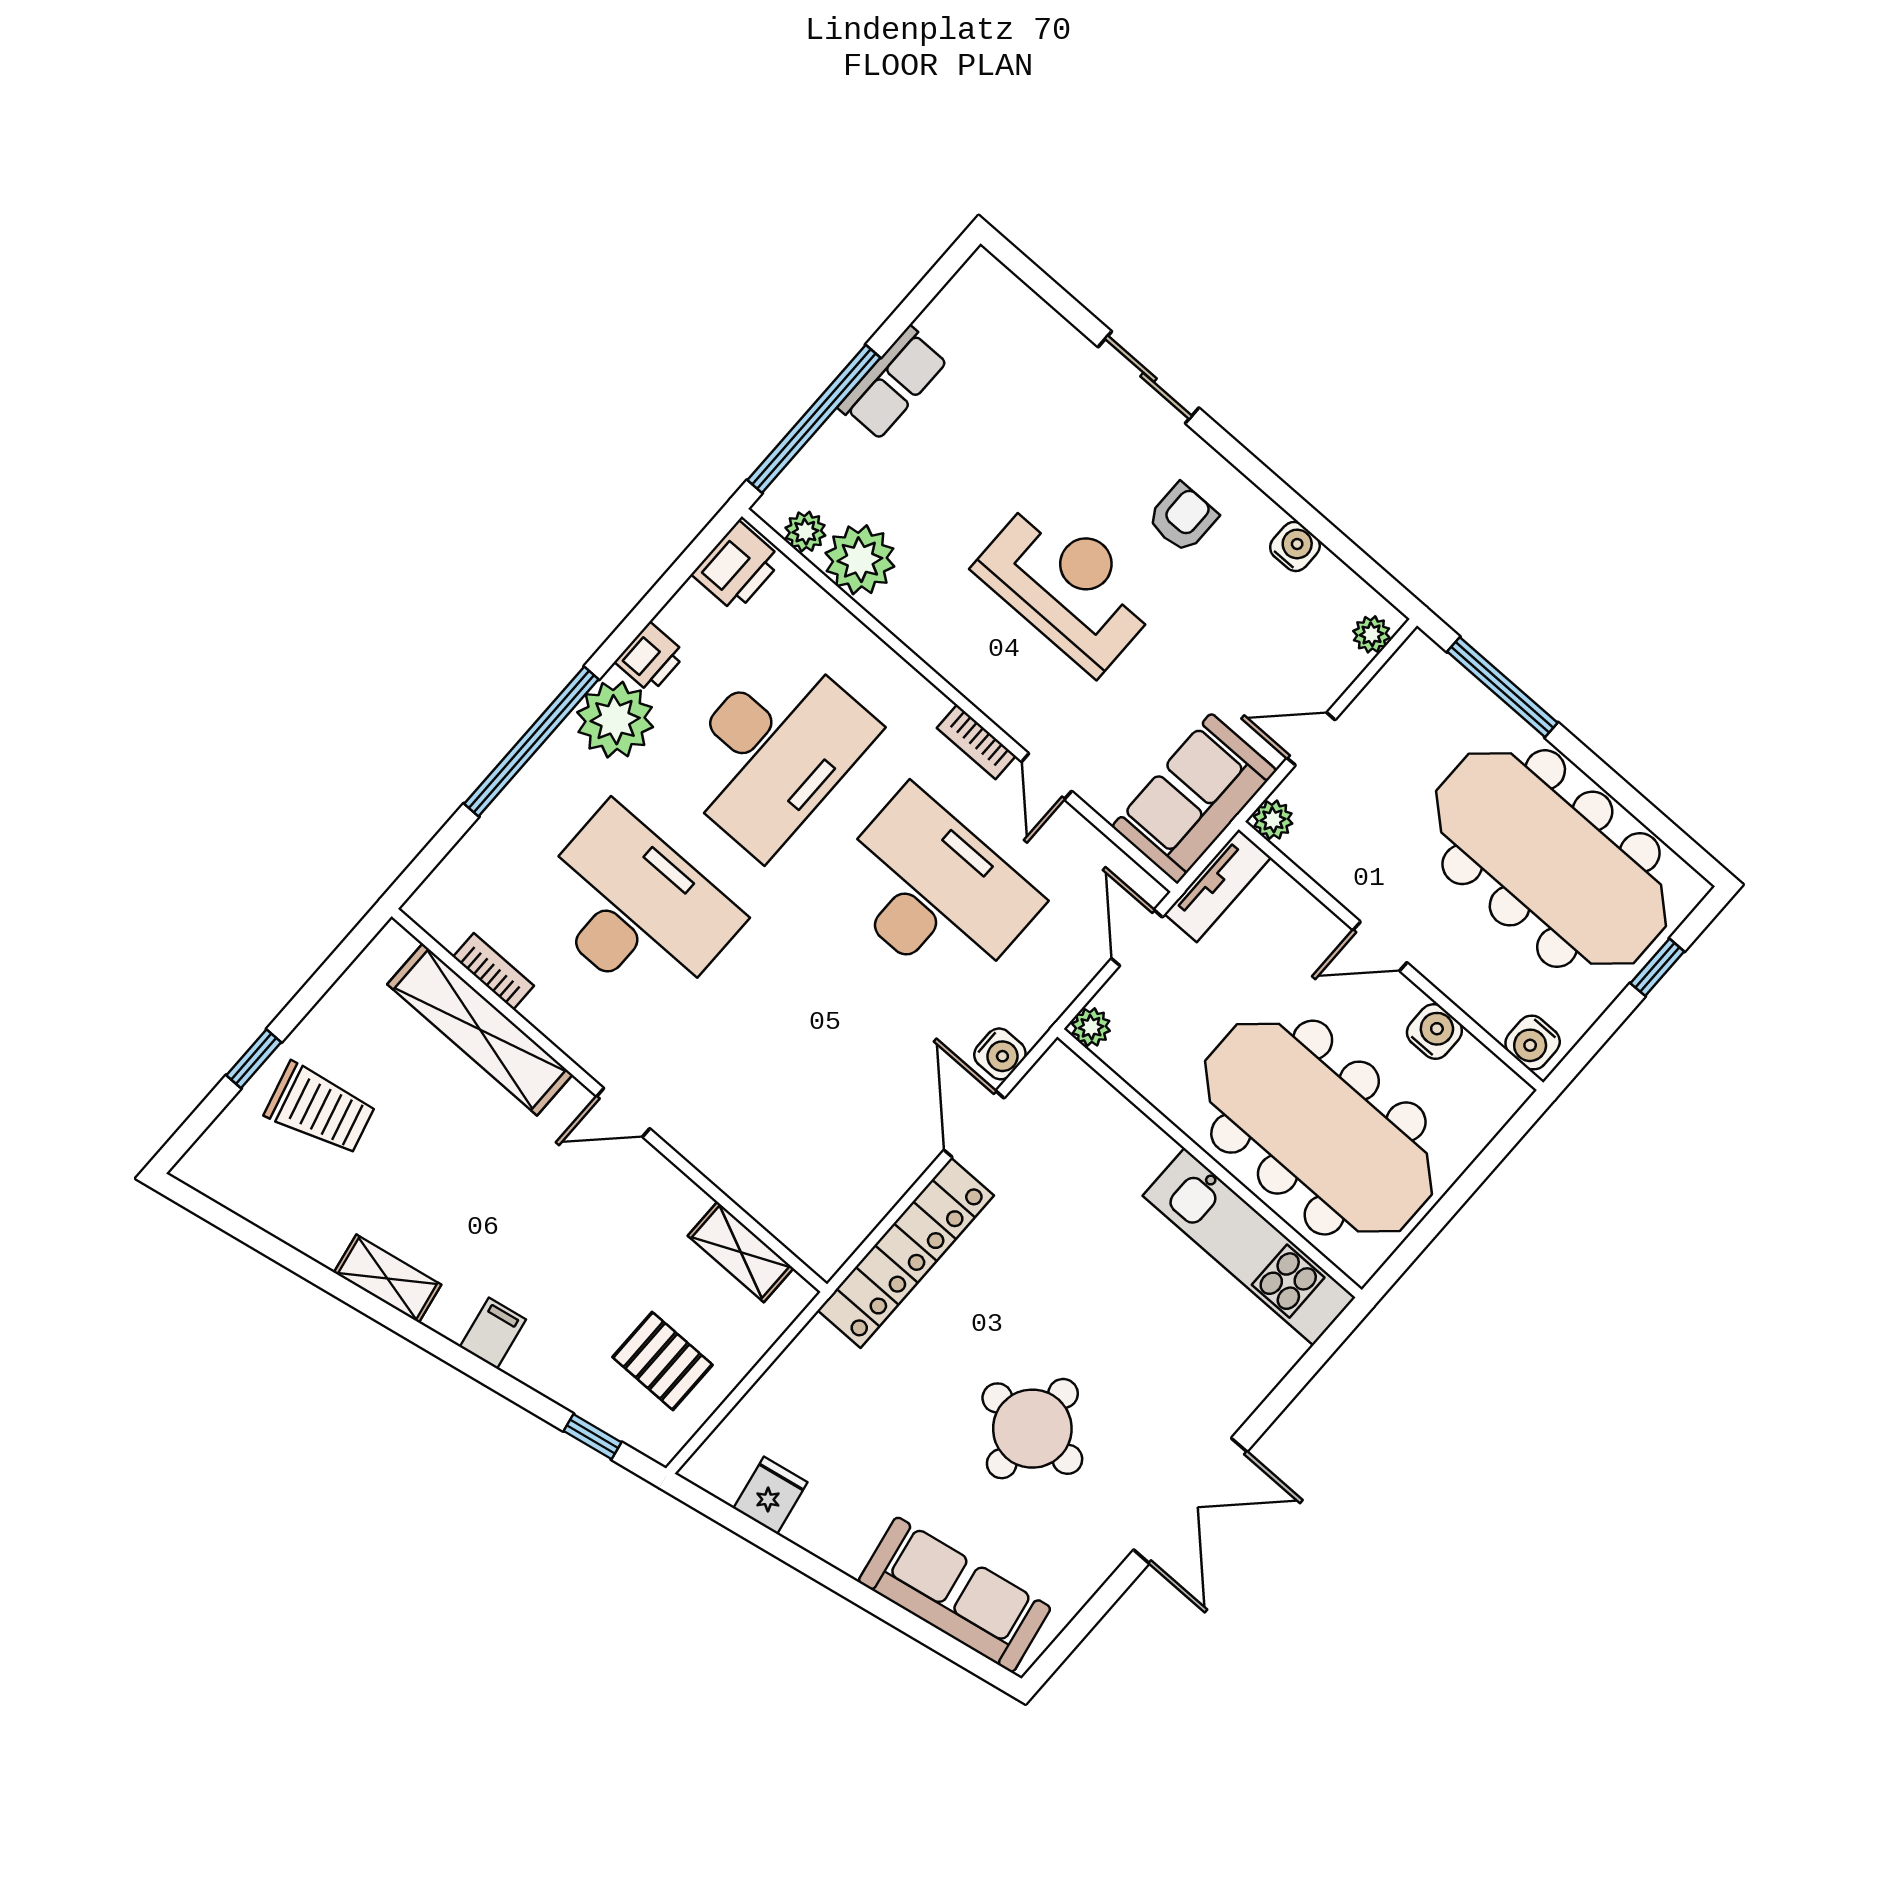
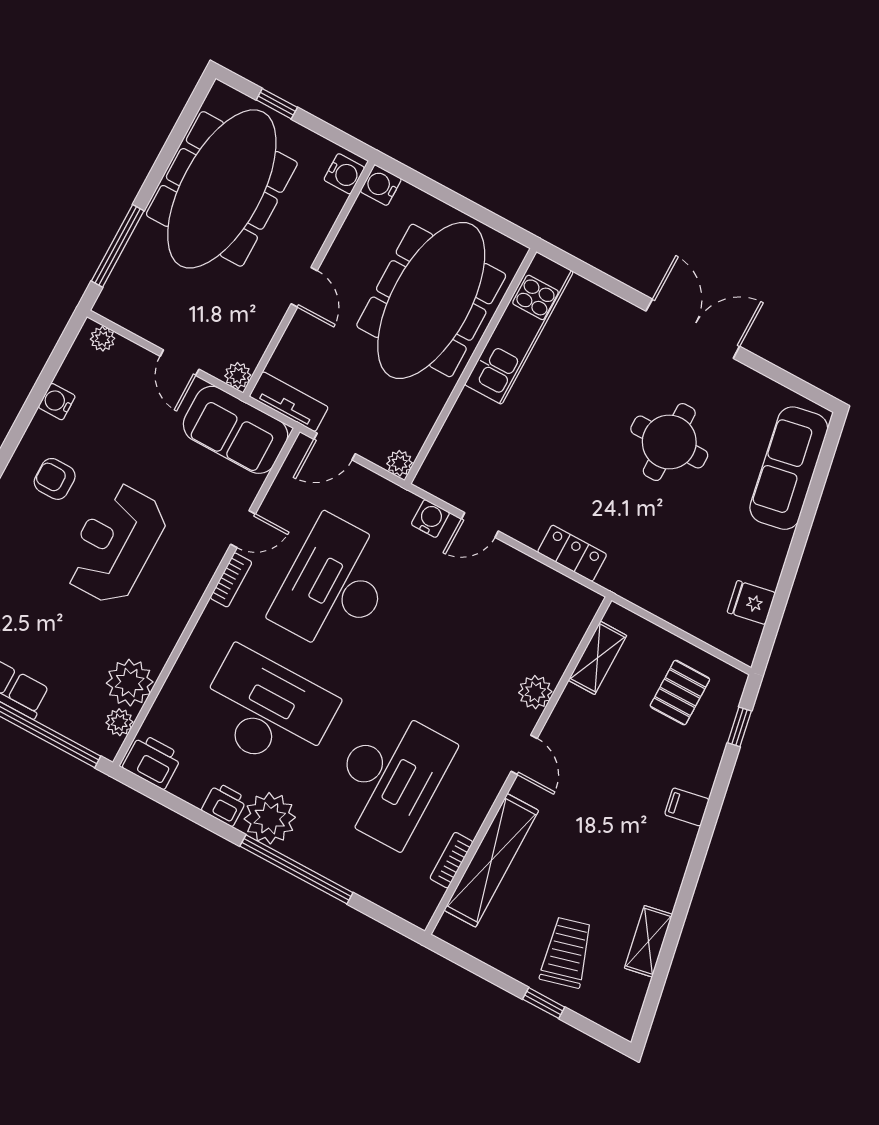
desk: (635, 909) -> (390, 777), turned 180
water cooler: (1434, 1032) -> (381, 185), moved
door: (974, 1124) -> (480, 525), width x0.73
plant: (711, 1150) -> (535, 692), added
locker: (906, 1253) -> (572, 553), width x0.46, depth x0.83
shelving: (388, 1279) -> (648, 941), moved

